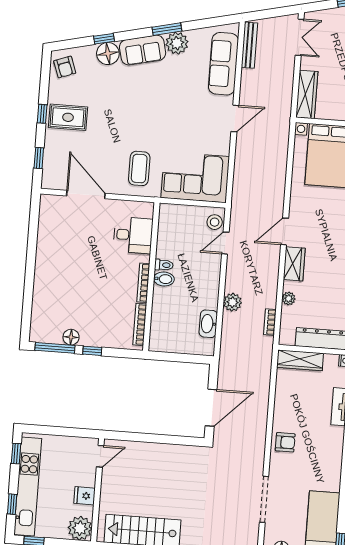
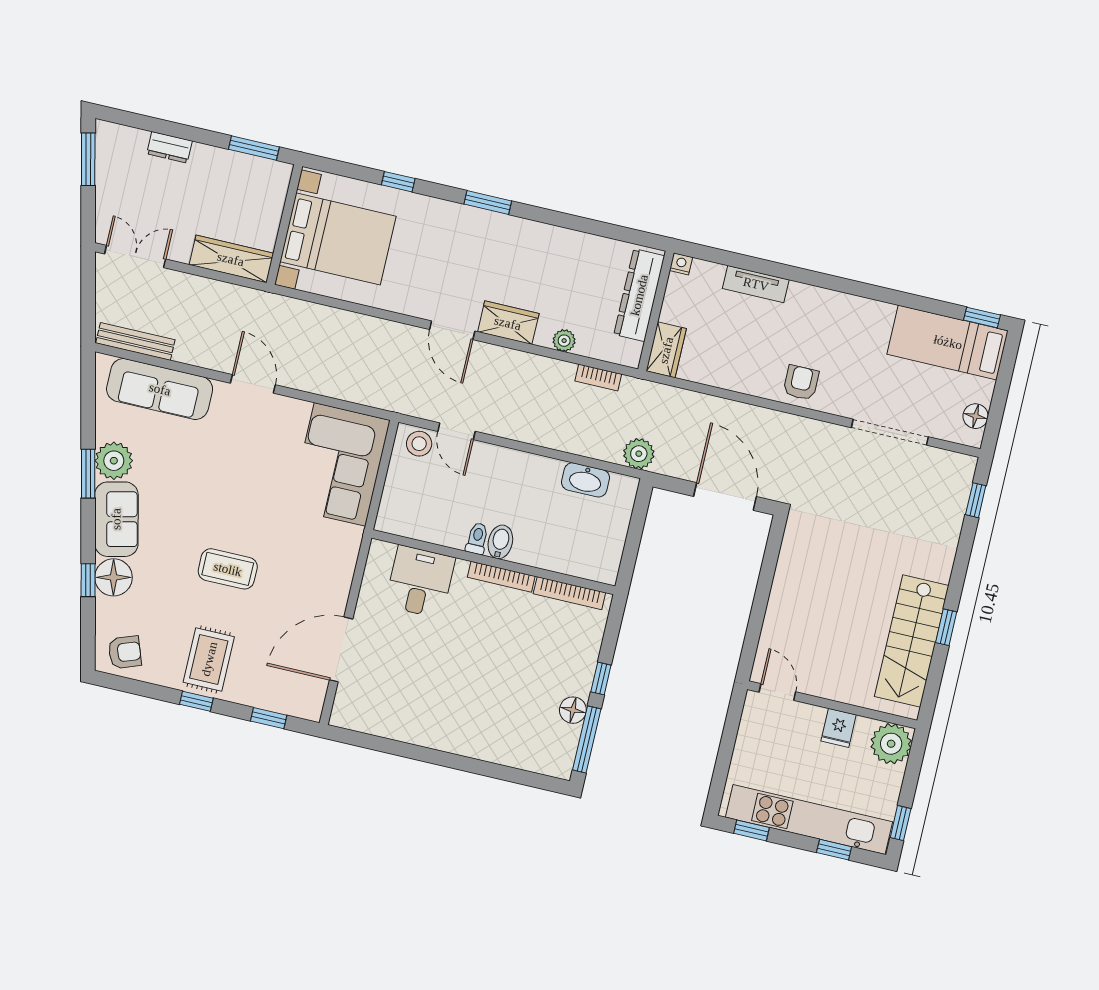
coffee table: (139, 168) -> (228, 569), moved
plant: (232, 302) -> (639, 454), moved
wardrobe: (300, 360) -> (666, 350), width x0.67

